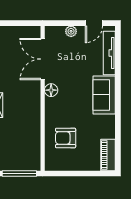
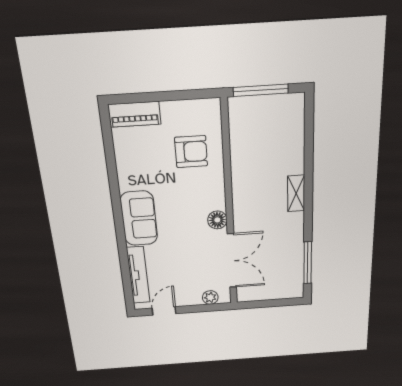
plant: (71, 31) -> (210, 297), moved
piano: (108, 155) -> (134, 114), moved, turned 90

